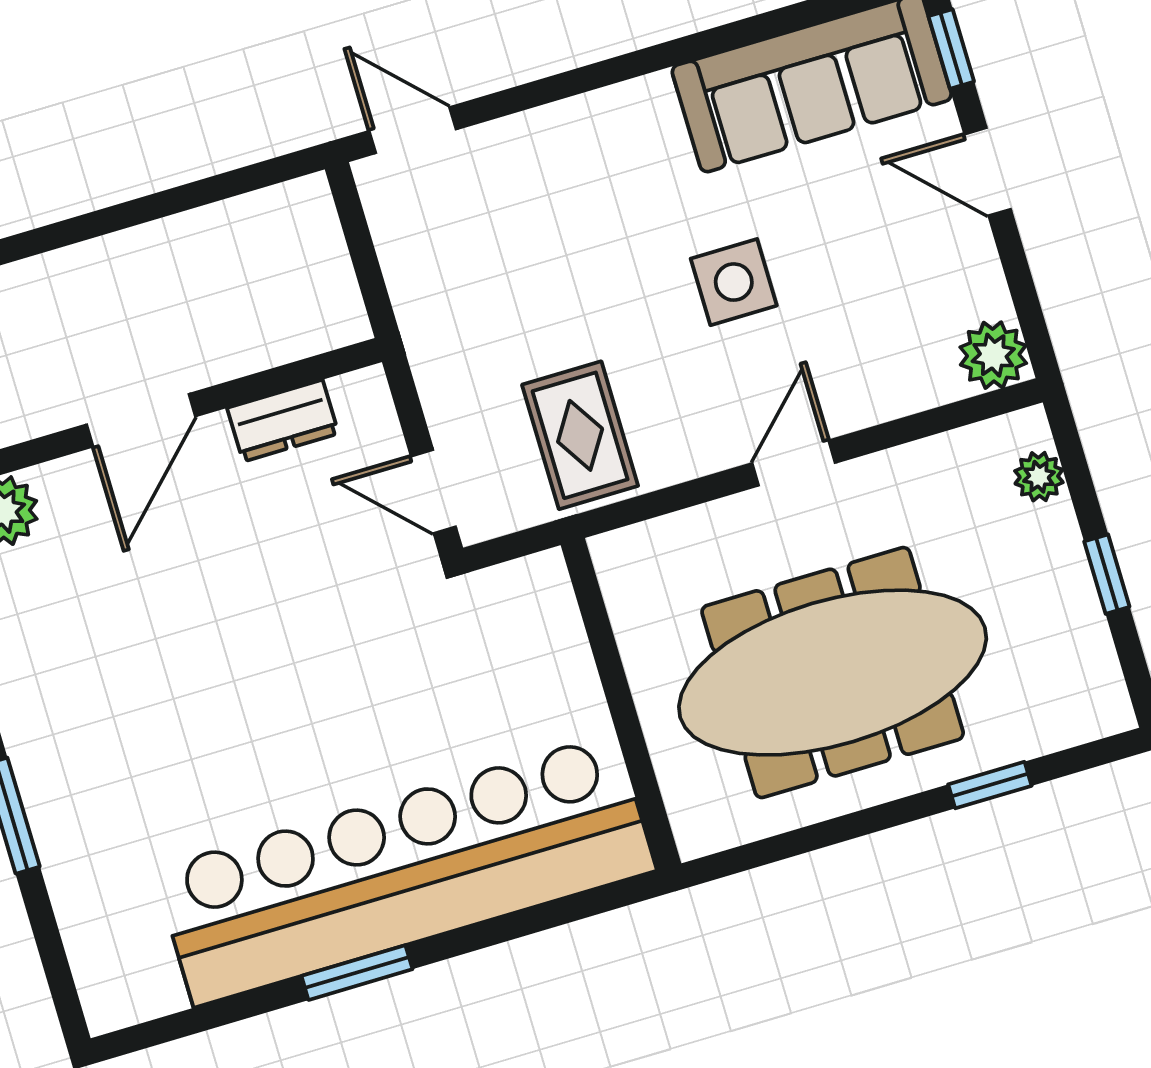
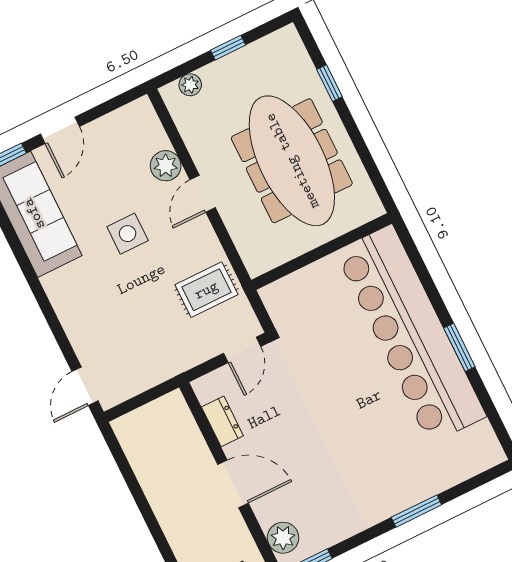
plant: (993, 355) -> (166, 166), moved
door: (794, 463) -> (203, 194), hinge flipped

